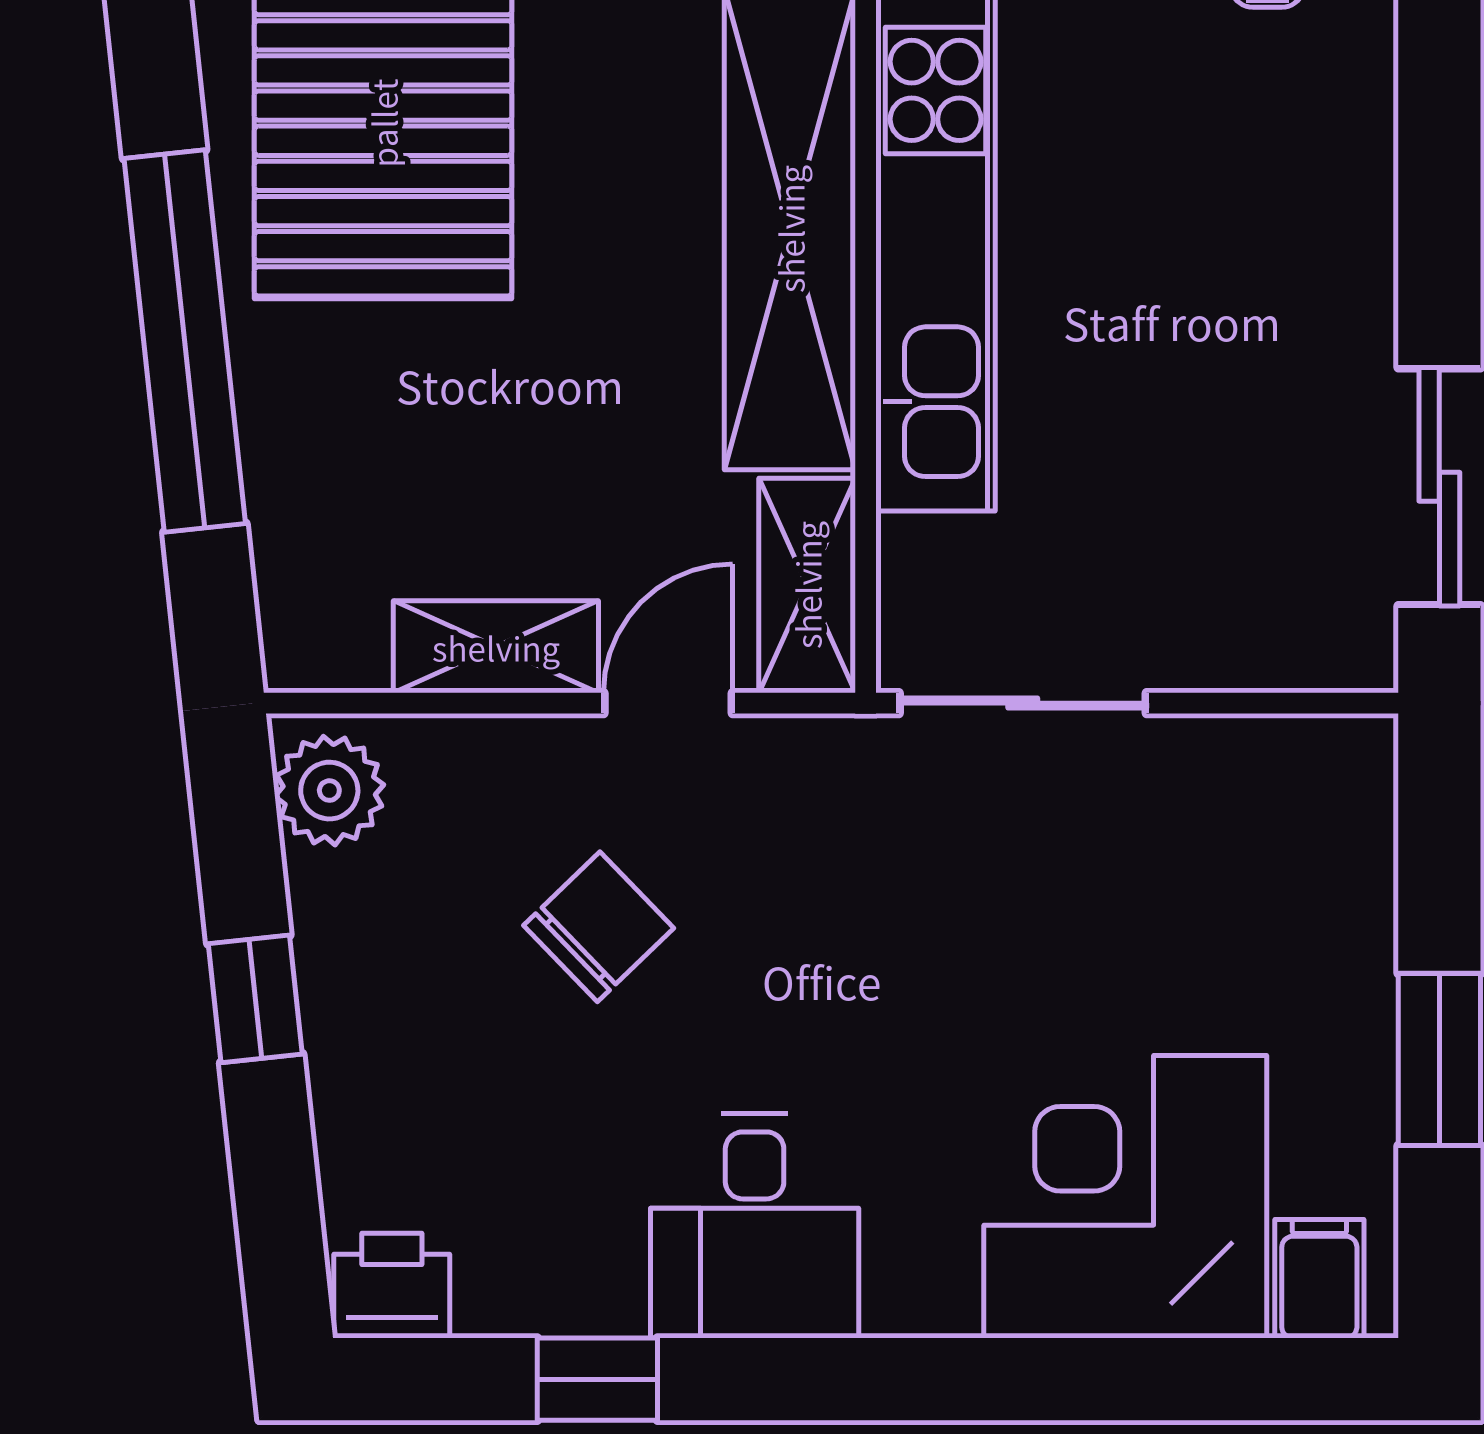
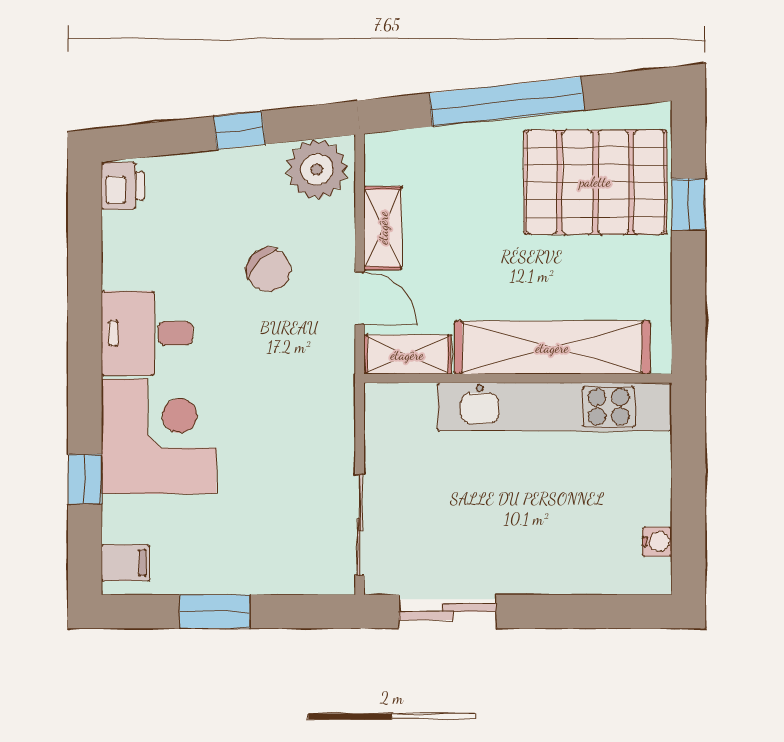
sliding door: (1023, 703) -> (360, 525), moved
plant: (329, 791) -> (317, 169), width x1.36, depth x1.36
corner desk: (1125, 1197) -> (159, 436), moved
window: (597, 1379) -> (85, 479), moved

